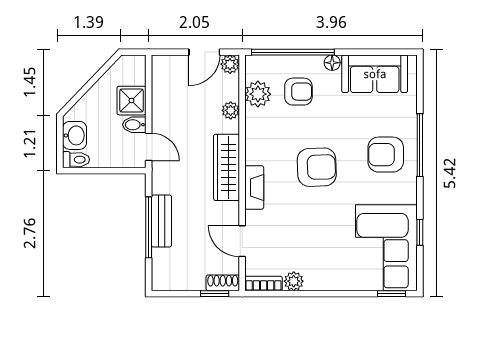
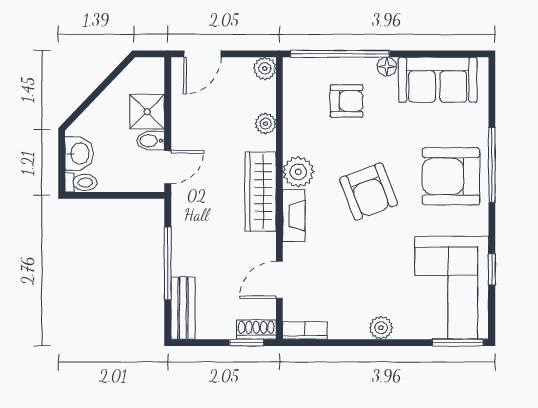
door: (204, 52) -> (202, 54), moved
plant: (258, 94) -> (298, 172), moved
door: (149, 147) -> (168, 167), hinge flipped
armchair: (386, 155) -> (451, 176), width x1.36, depth x1.36
armchair: (317, 167) -> (369, 191), turned 71
bench: (161, 221) -> (183, 308), moved
door: (242, 241) -> (279, 280), hinge flipped
plant: (294, 281) -> (381, 328), moved
window: (391, 294) -> (458, 343), width x1.50

